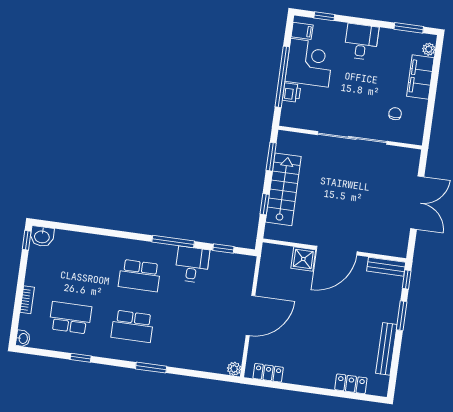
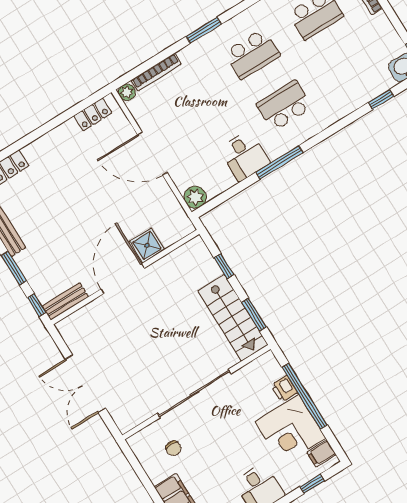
stairs: (283, 189) -> (233, 318), moved
window: (223, 249) -> (381, 99), moved
plant: (246, 264) -> (195, 197), added
door: (250, 316) -> (152, 154), hinge flipped
school desk: (133, 326) -> (252, 54), turned 180
bookcase: (204, 366) -> (156, 72), added

